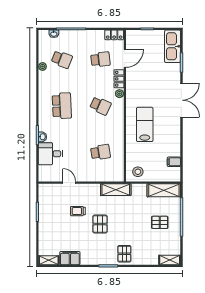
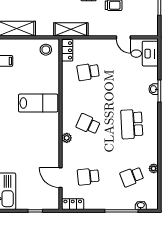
door: (125, 58) -> (61, 178), hinge flipped
school desk: (62, 59) -> (132, 177), turned -42
locker: (119, 79) -> (67, 50), moved
lab bench: (145, 124) -> (38, 103), turned -90
desk: (50, 154) -> (145, 54), moved

